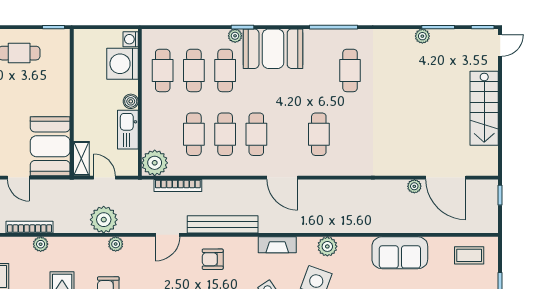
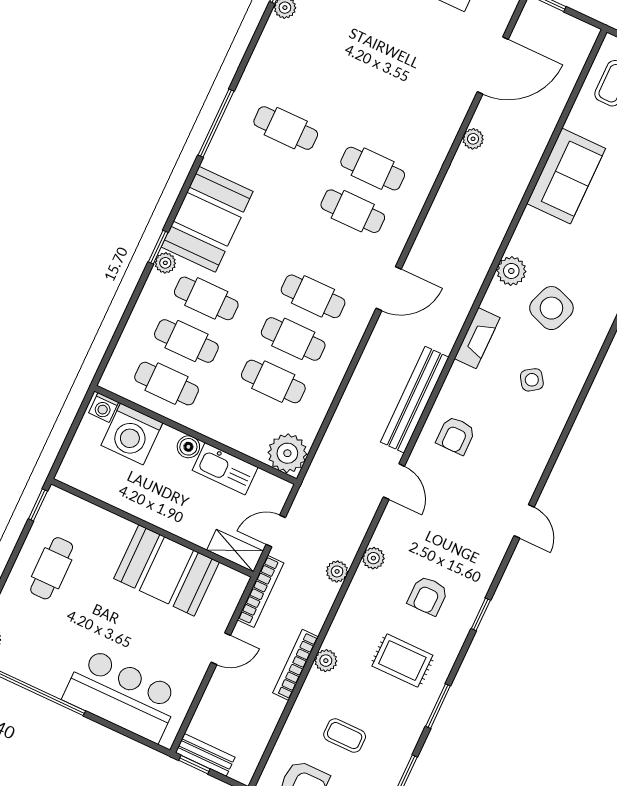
cafe table: (350, 134) -> (373, 169), added
booth: (50, 146) -> (166, 570), moved
bookcase: (178, 185) -> (261, 591), moved
plant: (414, 186) -> (473, 139), moved
plant: (104, 220) -> (337, 571), width x0.53, depth x0.53

